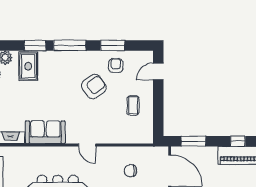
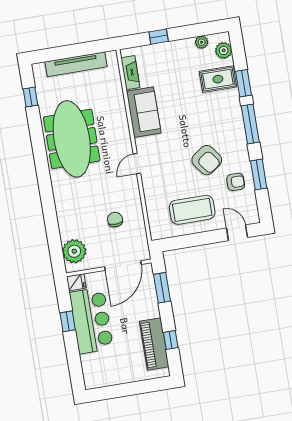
coffee table: (133, 105) -> (192, 210), width x1.86, depth x1.72

